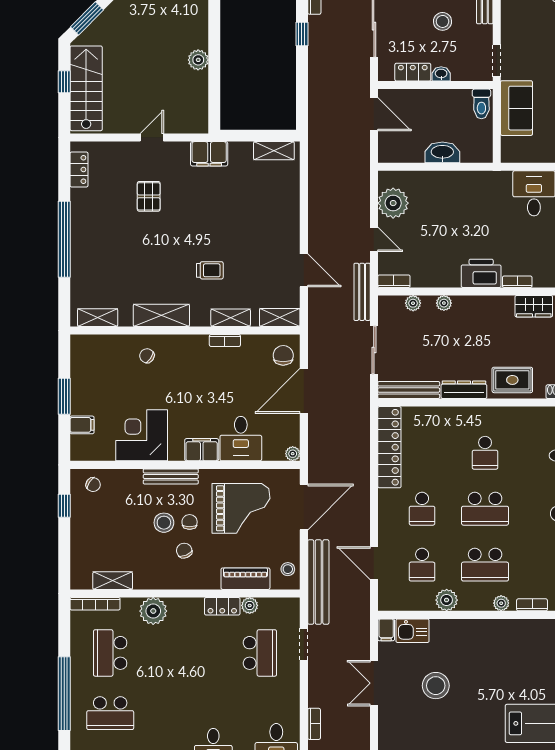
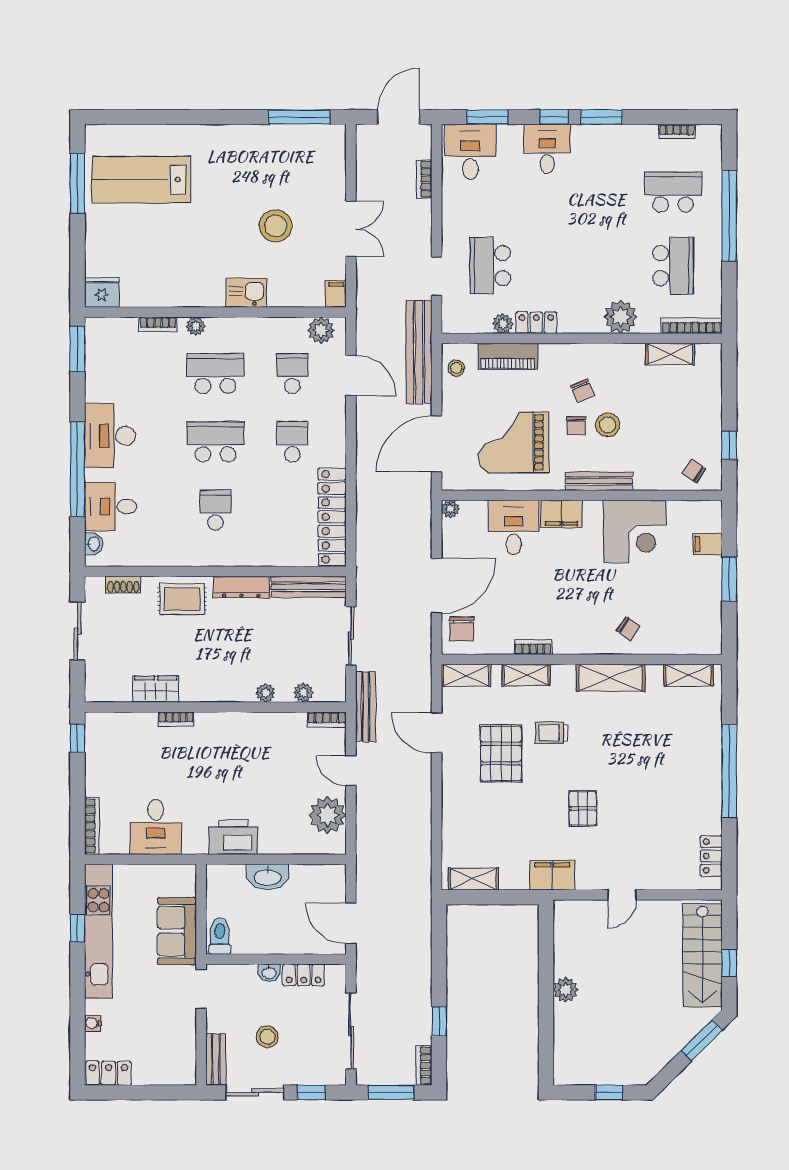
pallet: (149, 196) -> (583, 808), moved
pallet: (251, 254) -> (501, 753), added
printer: (481, 273) -> (233, 837), moved, turned 180
plant: (447, 600) -> (321, 330), moved
kitchen sink: (413, 631) -> (246, 293), moved

